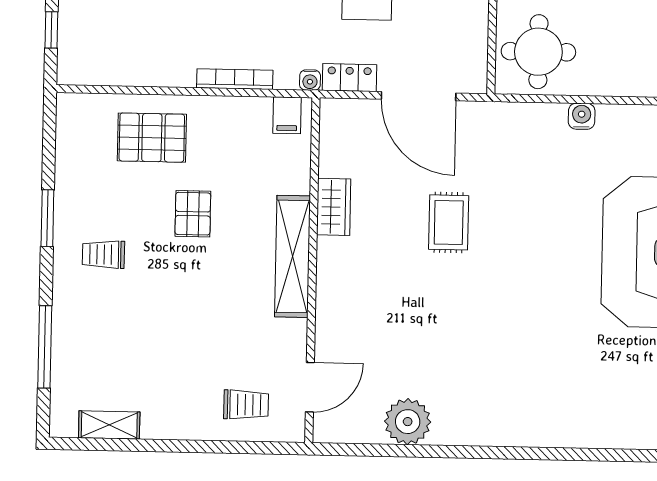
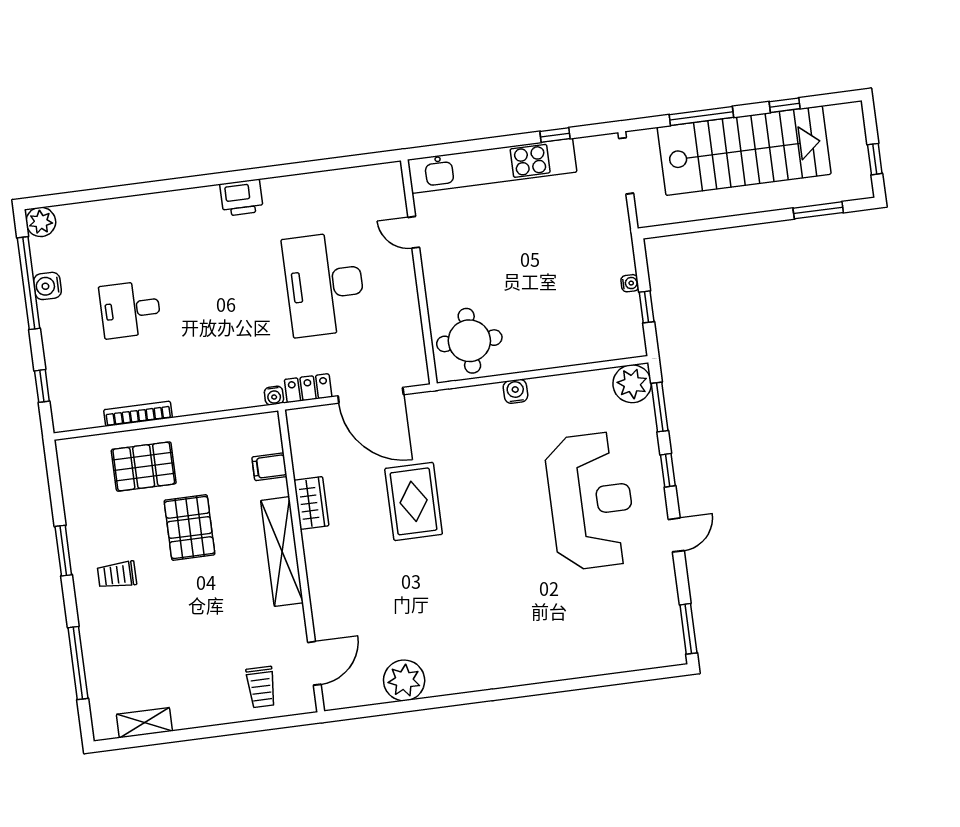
bookcase: (235, 79) -> (138, 414), moved
filing cabinet: (287, 115) -> (269, 467), moved, turned 90
pallet: (193, 214) -> (189, 528), width x1.50, depth x1.42
rug: (449, 222) -> (414, 501), width x1.36, depth x1.43
trolley: (246, 405) -> (261, 687), turned 90

